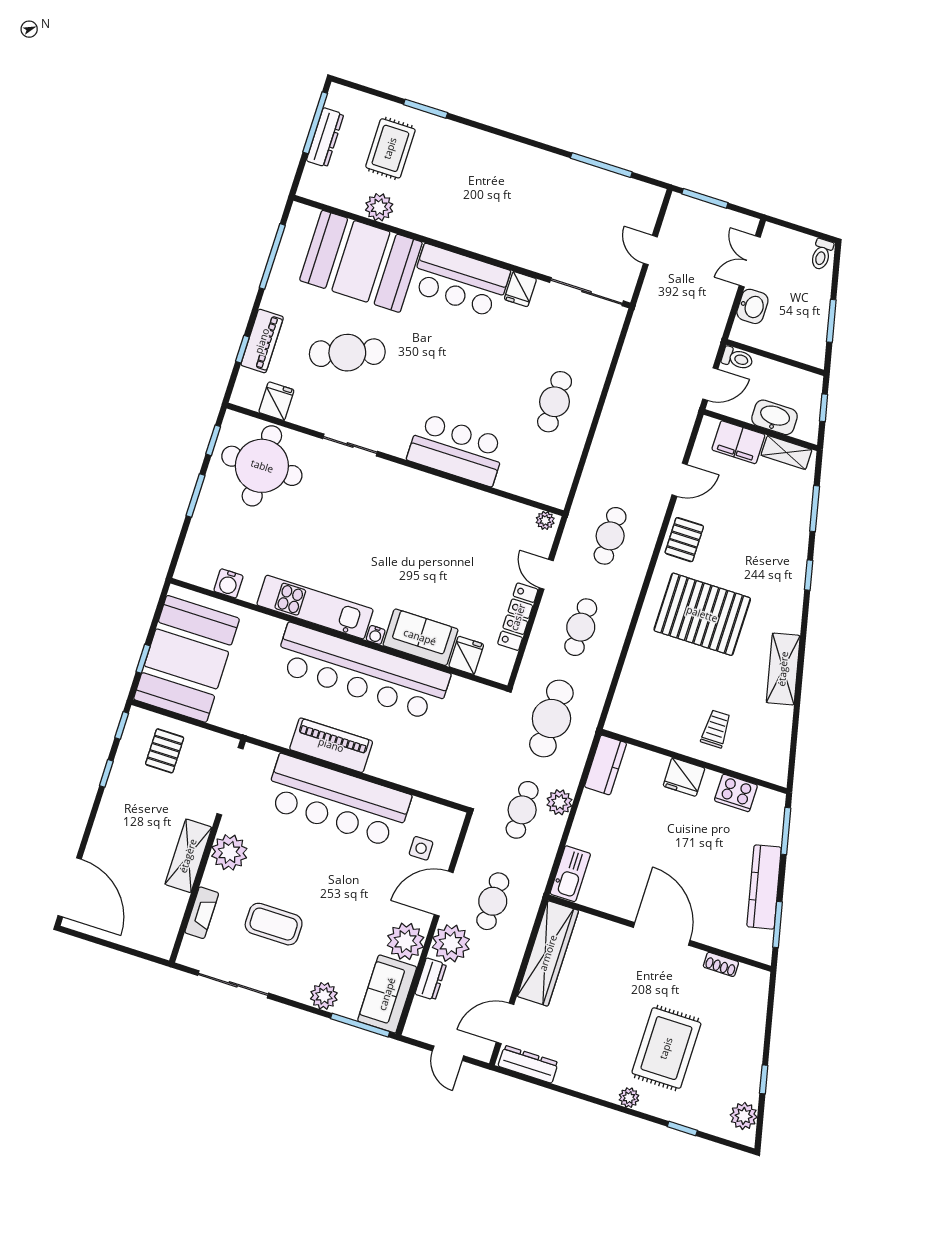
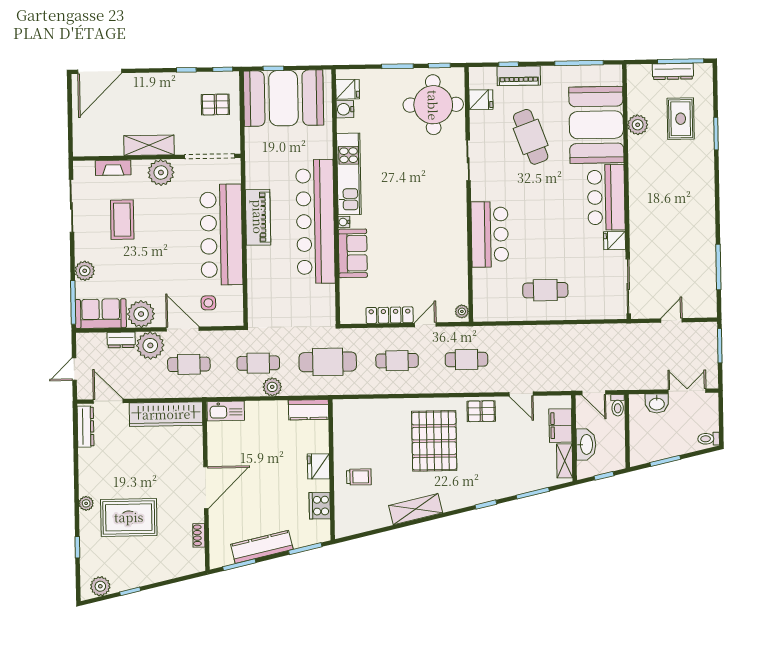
rug: (390, 148) -> (681, 119), turned 90
fridge: (466, 655) -> (348, 89), moved

